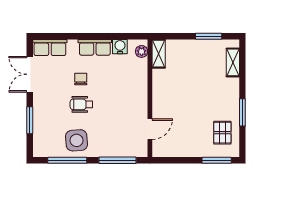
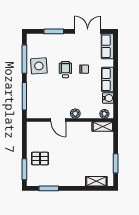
plant: (141, 91) -> (75, 114), added
window: (242, 112) -> (49, 188), moved
door: (150, 129) -> (58, 120), moved
pallet: (222, 133) -> (40, 158), moved

